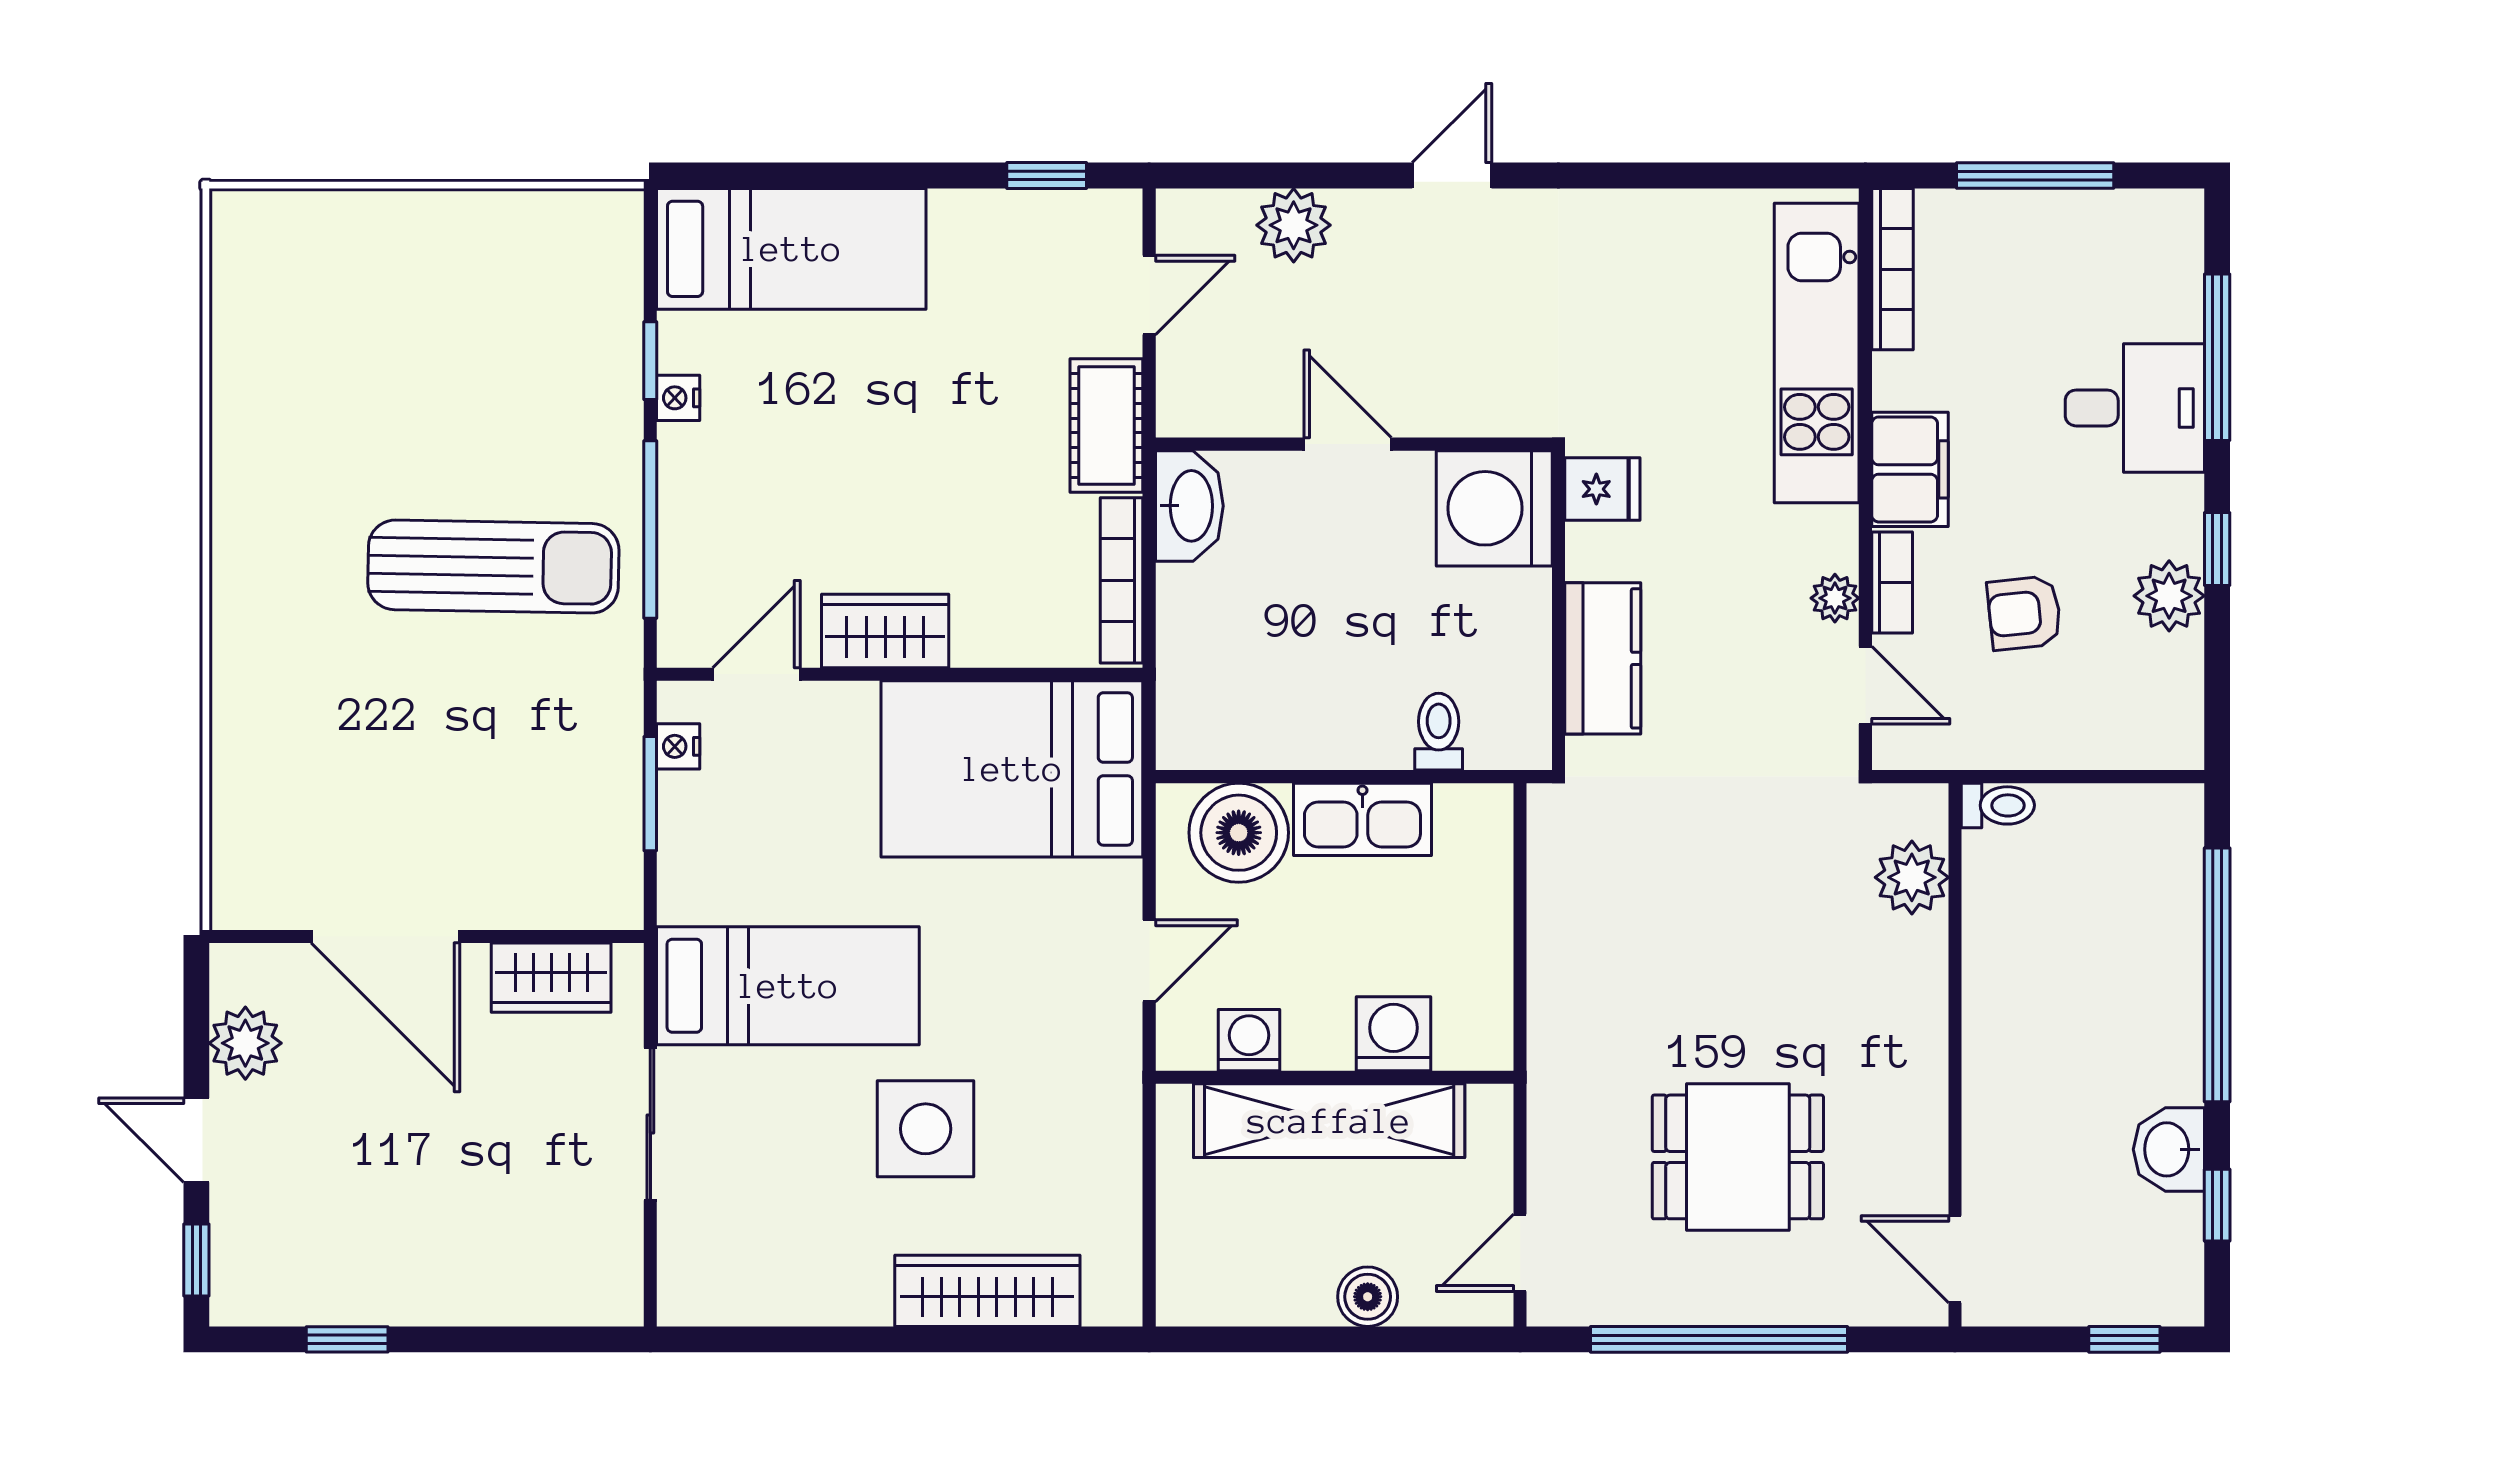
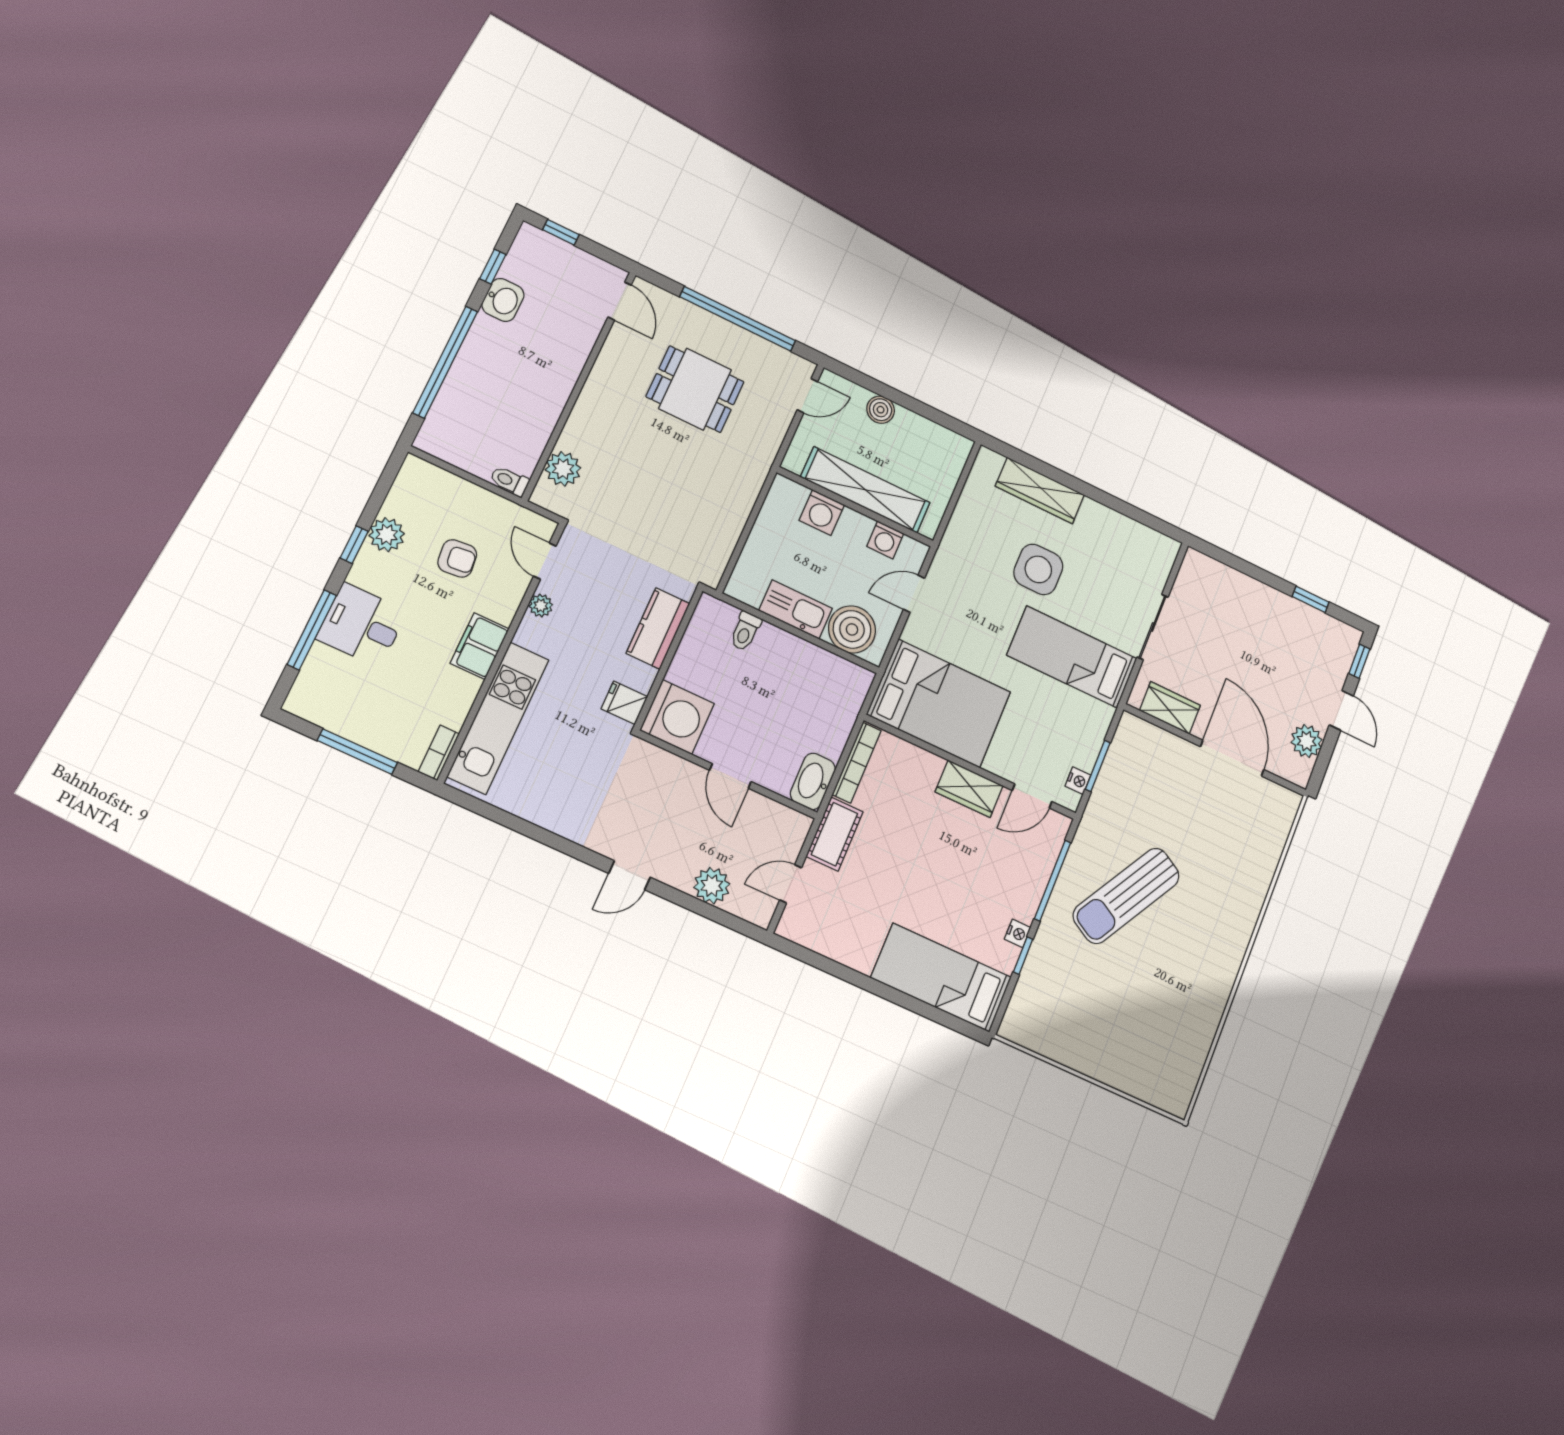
window: (1047, 176) -> (814, 959), removed
bookcase: (1892, 269) -> (439, 753), width x0.64
sun lounger: (493, 567) -> (1126, 896), turned -61
bookcase: (1892, 583) -> (511, 600), removed

